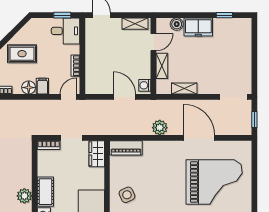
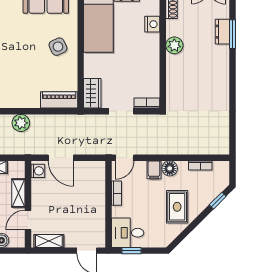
rug: (22, 54) -> (177, 207), turned 90
cot: (45, 192) -> (151, 50), removed

